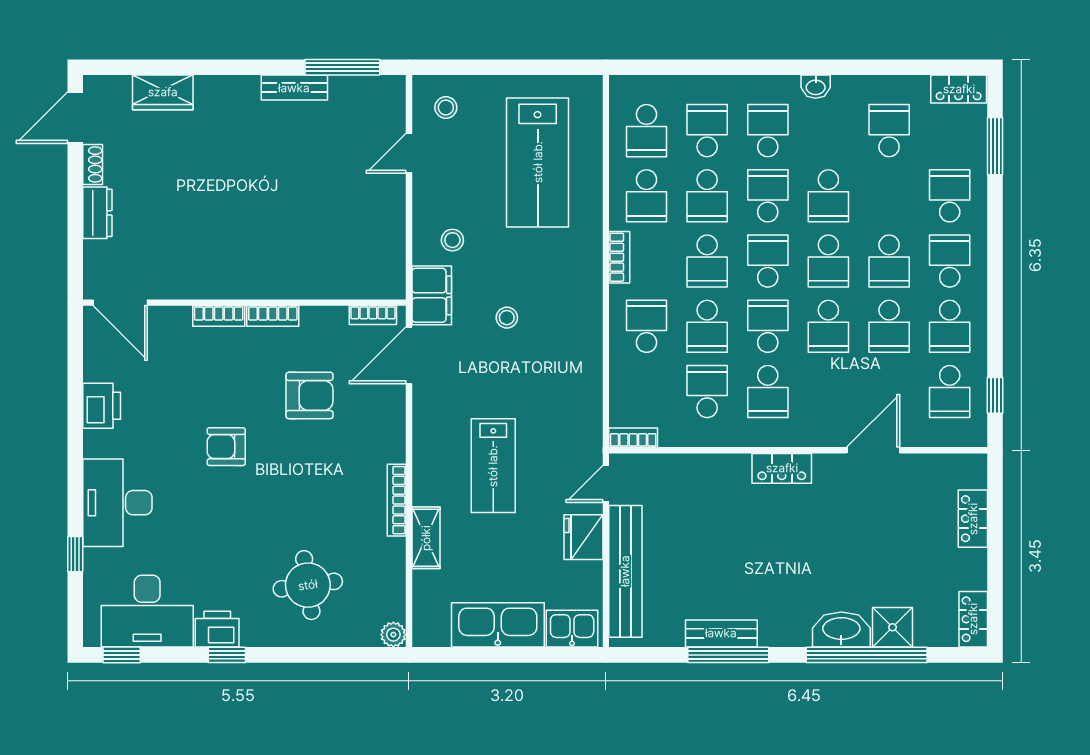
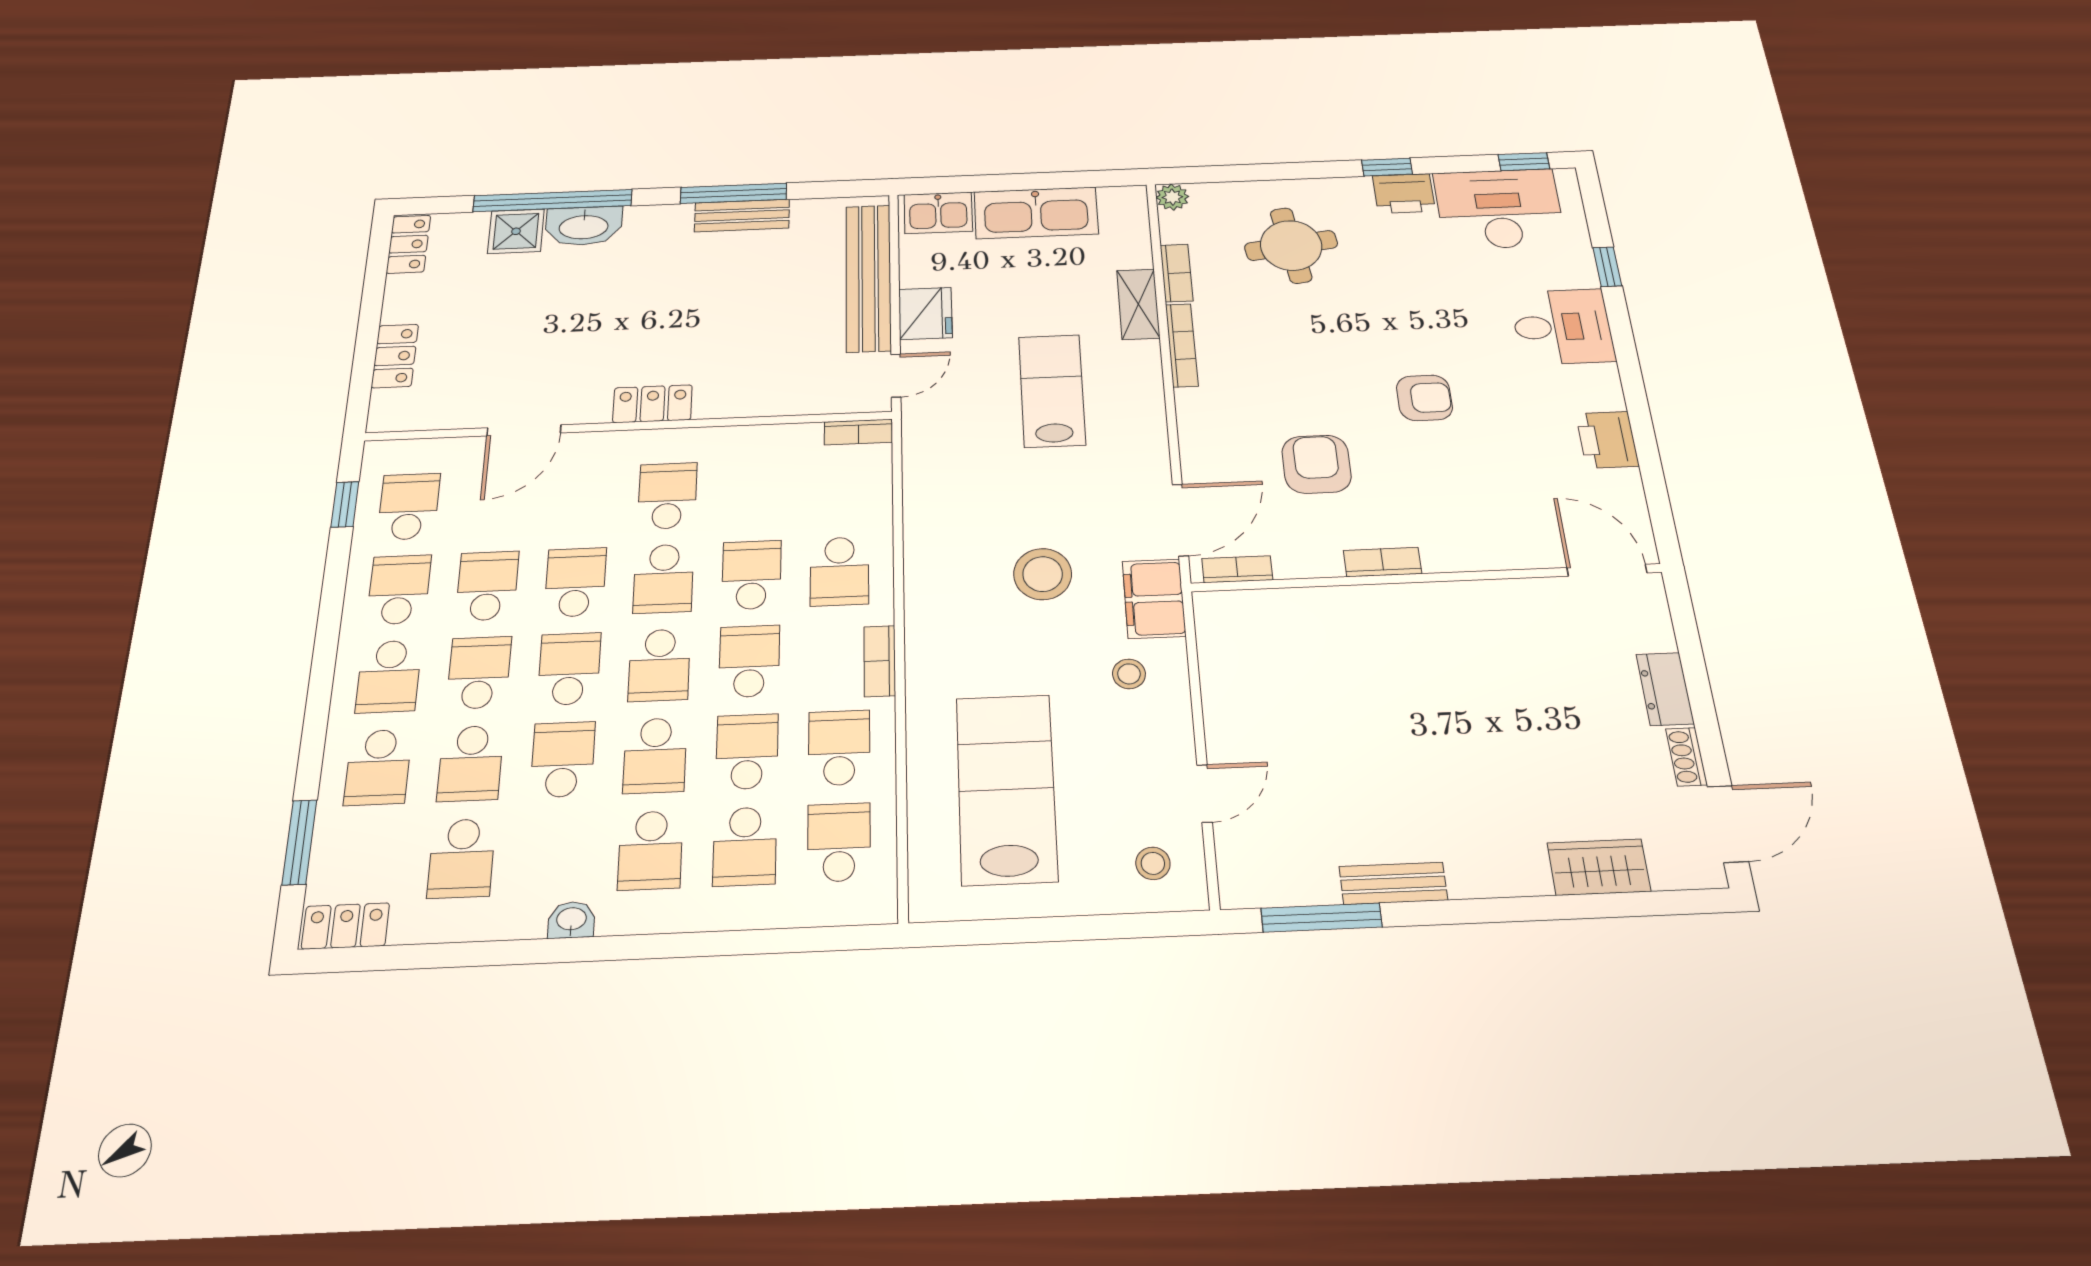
bookcase: (219, 316) -> (1177, 273), moved, turned 90
stool: (507, 318) -> (1043, 574), width x1.89, depth x1.89
school desk: (707, 392) -> (470, 763), moved
armchair: (310, 395) -> (1317, 464), turned 90
desk: (117, 503) -> (1562, 327), width x0.73

